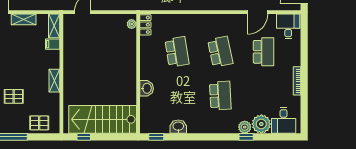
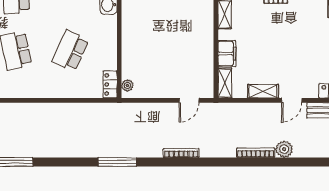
filing cabinet: (53, 44) -> (227, 54), width x2.00
school desk: (177, 52) -> (70, 51), turned 33

